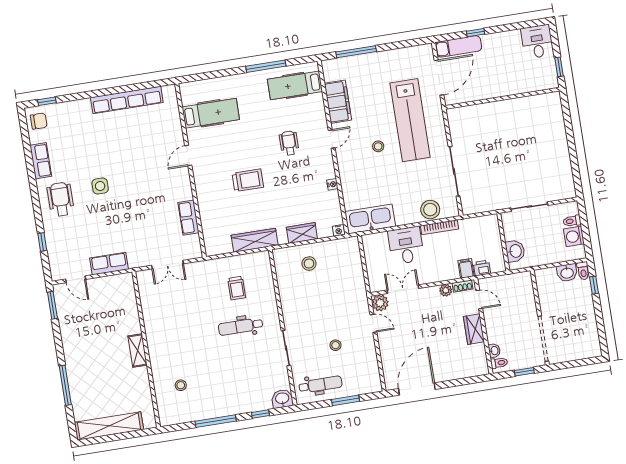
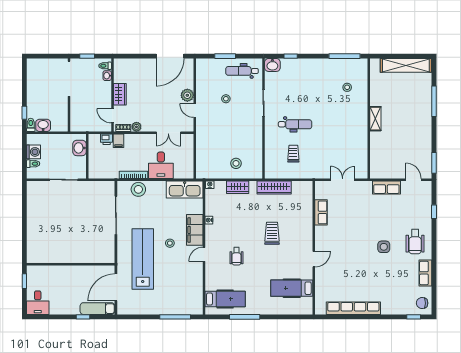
filing cabinet: (338, 102) -> (195, 230), moved
trolley: (248, 180) -> (272, 233), turned 90
plant: (380, 303) -> (187, 95), moved
window: (216, 421) -> (345, 56), moved

